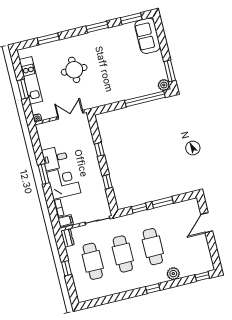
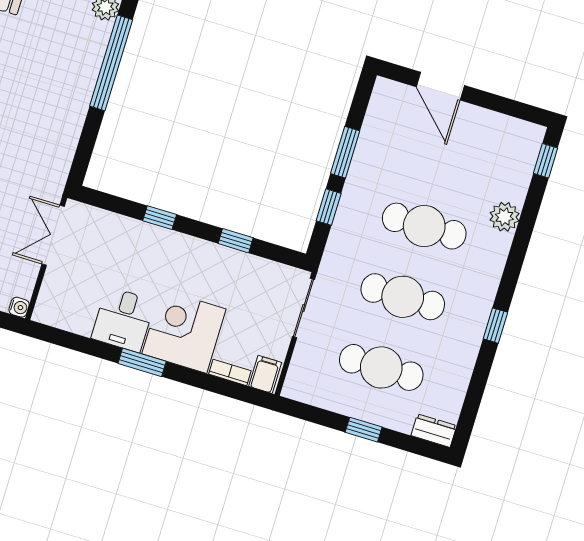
dresser: (68, 238) -> (434, 431), moved
window: (153, 288) -> (495, 326), moved

